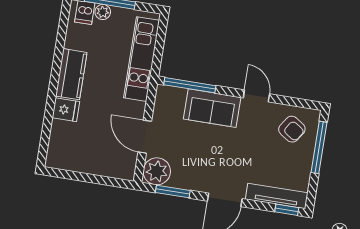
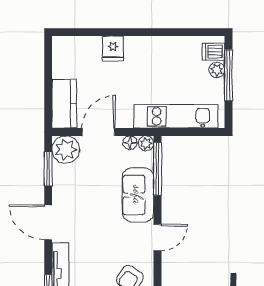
kitchen counter: (71, 74) -> (64, 104), moved, turned -90
plant: (163, 92) -> (146, 143), added
floor lamp: (160, 108) -> (130, 143), added

